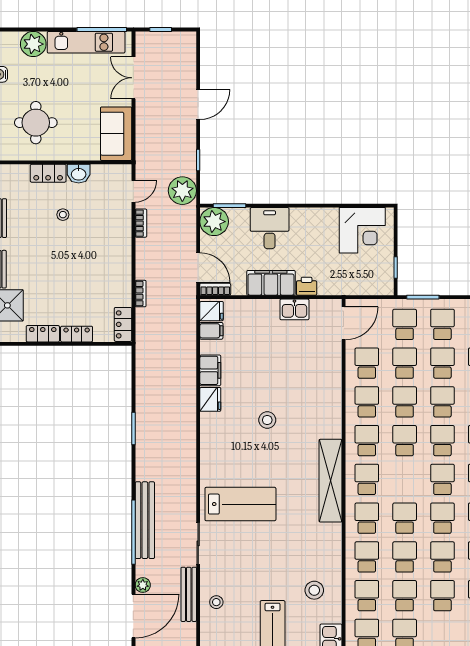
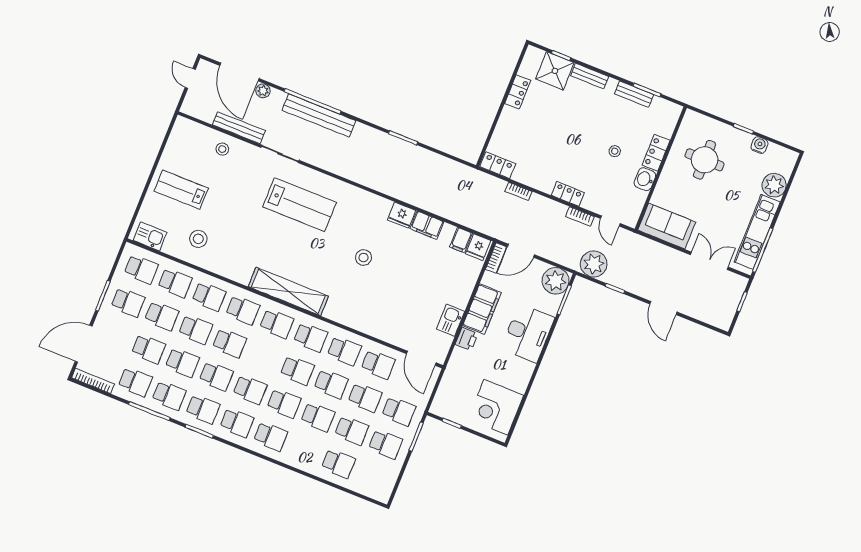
desk: (270, 228) -> (528, 333), width x1.37
locker: (77, 334) -> (568, 194), moved, turned -90
lab bench: (240, 504) -> (300, 205), turned -90

